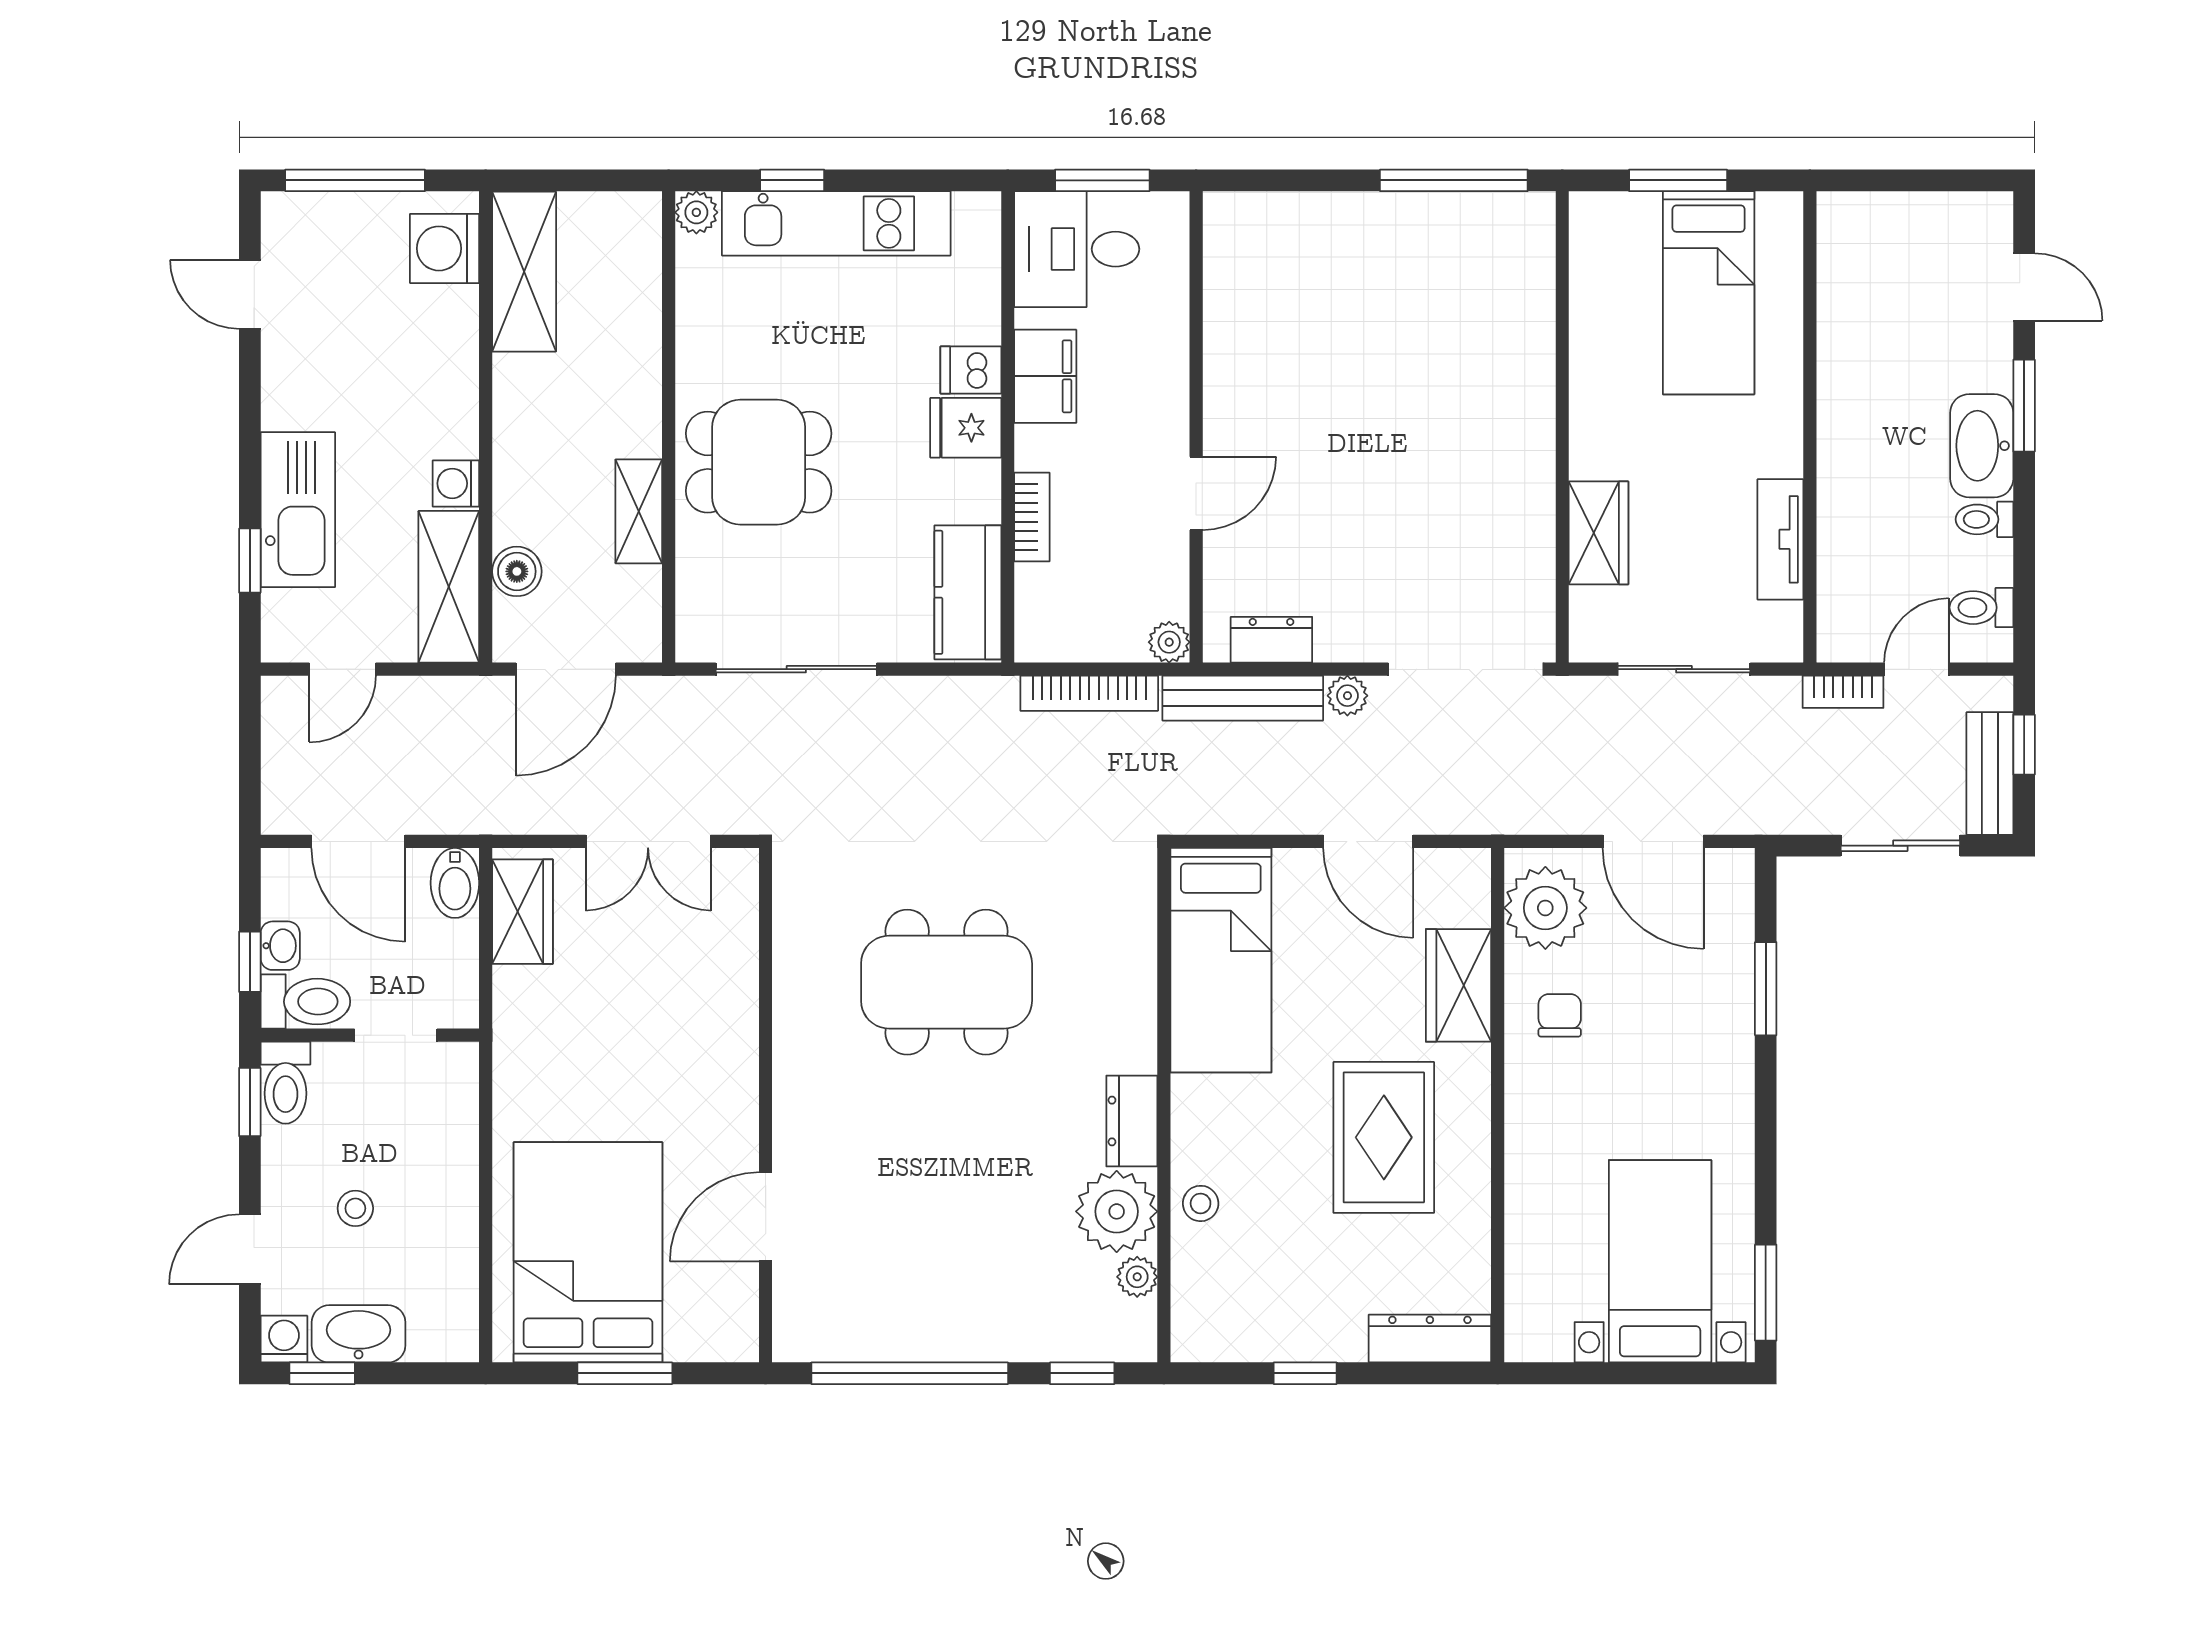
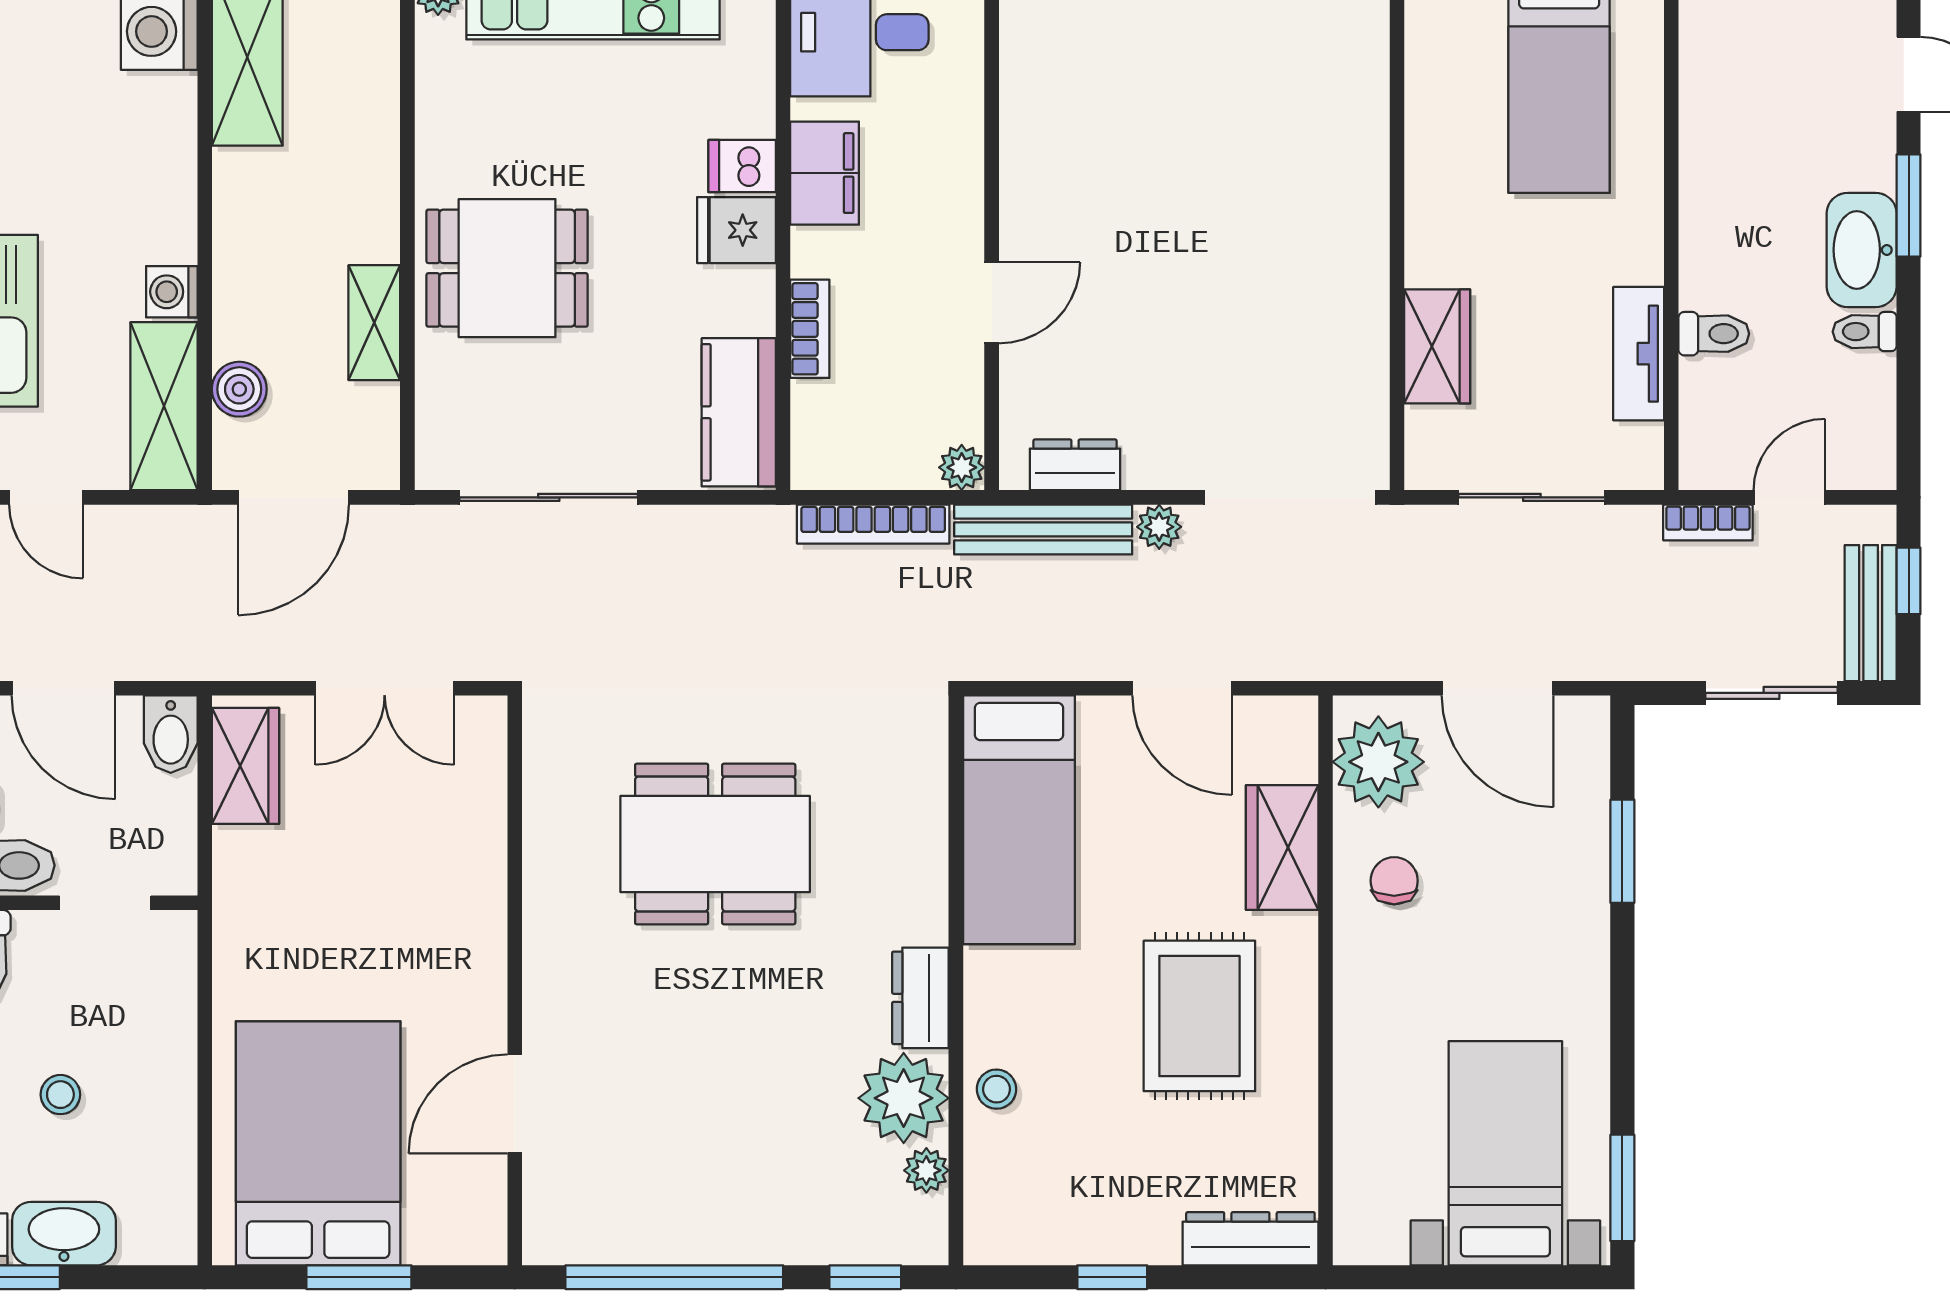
toilet: (1981, 608) -> (1714, 334), moved, turned 180
door: (343, 669) -> (46, 497), hinge flipped

